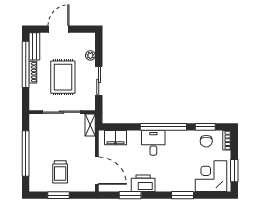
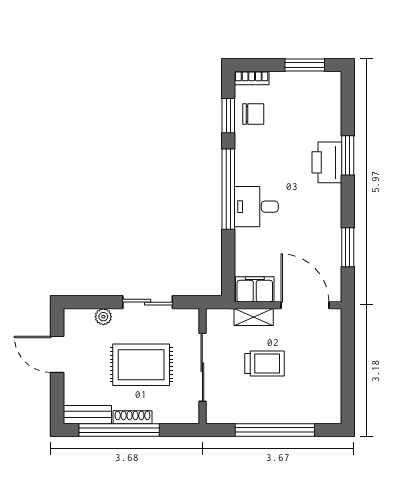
door: (58, 29) -> (57, 354), moved
shelving: (90, 125) -> (254, 317), moved
filing cabinet: (115, 138) -> (255, 289), moved, turned -90
door: (97, 171) -> (305, 305), hinge flipped
trolley: (60, 172) -> (264, 363), moved
corner desk: (211, 176) -> (314, 106), removed
printer: (143, 183) -> (327, 162), moved
window: (58, 195) -> (348, 373), removed

